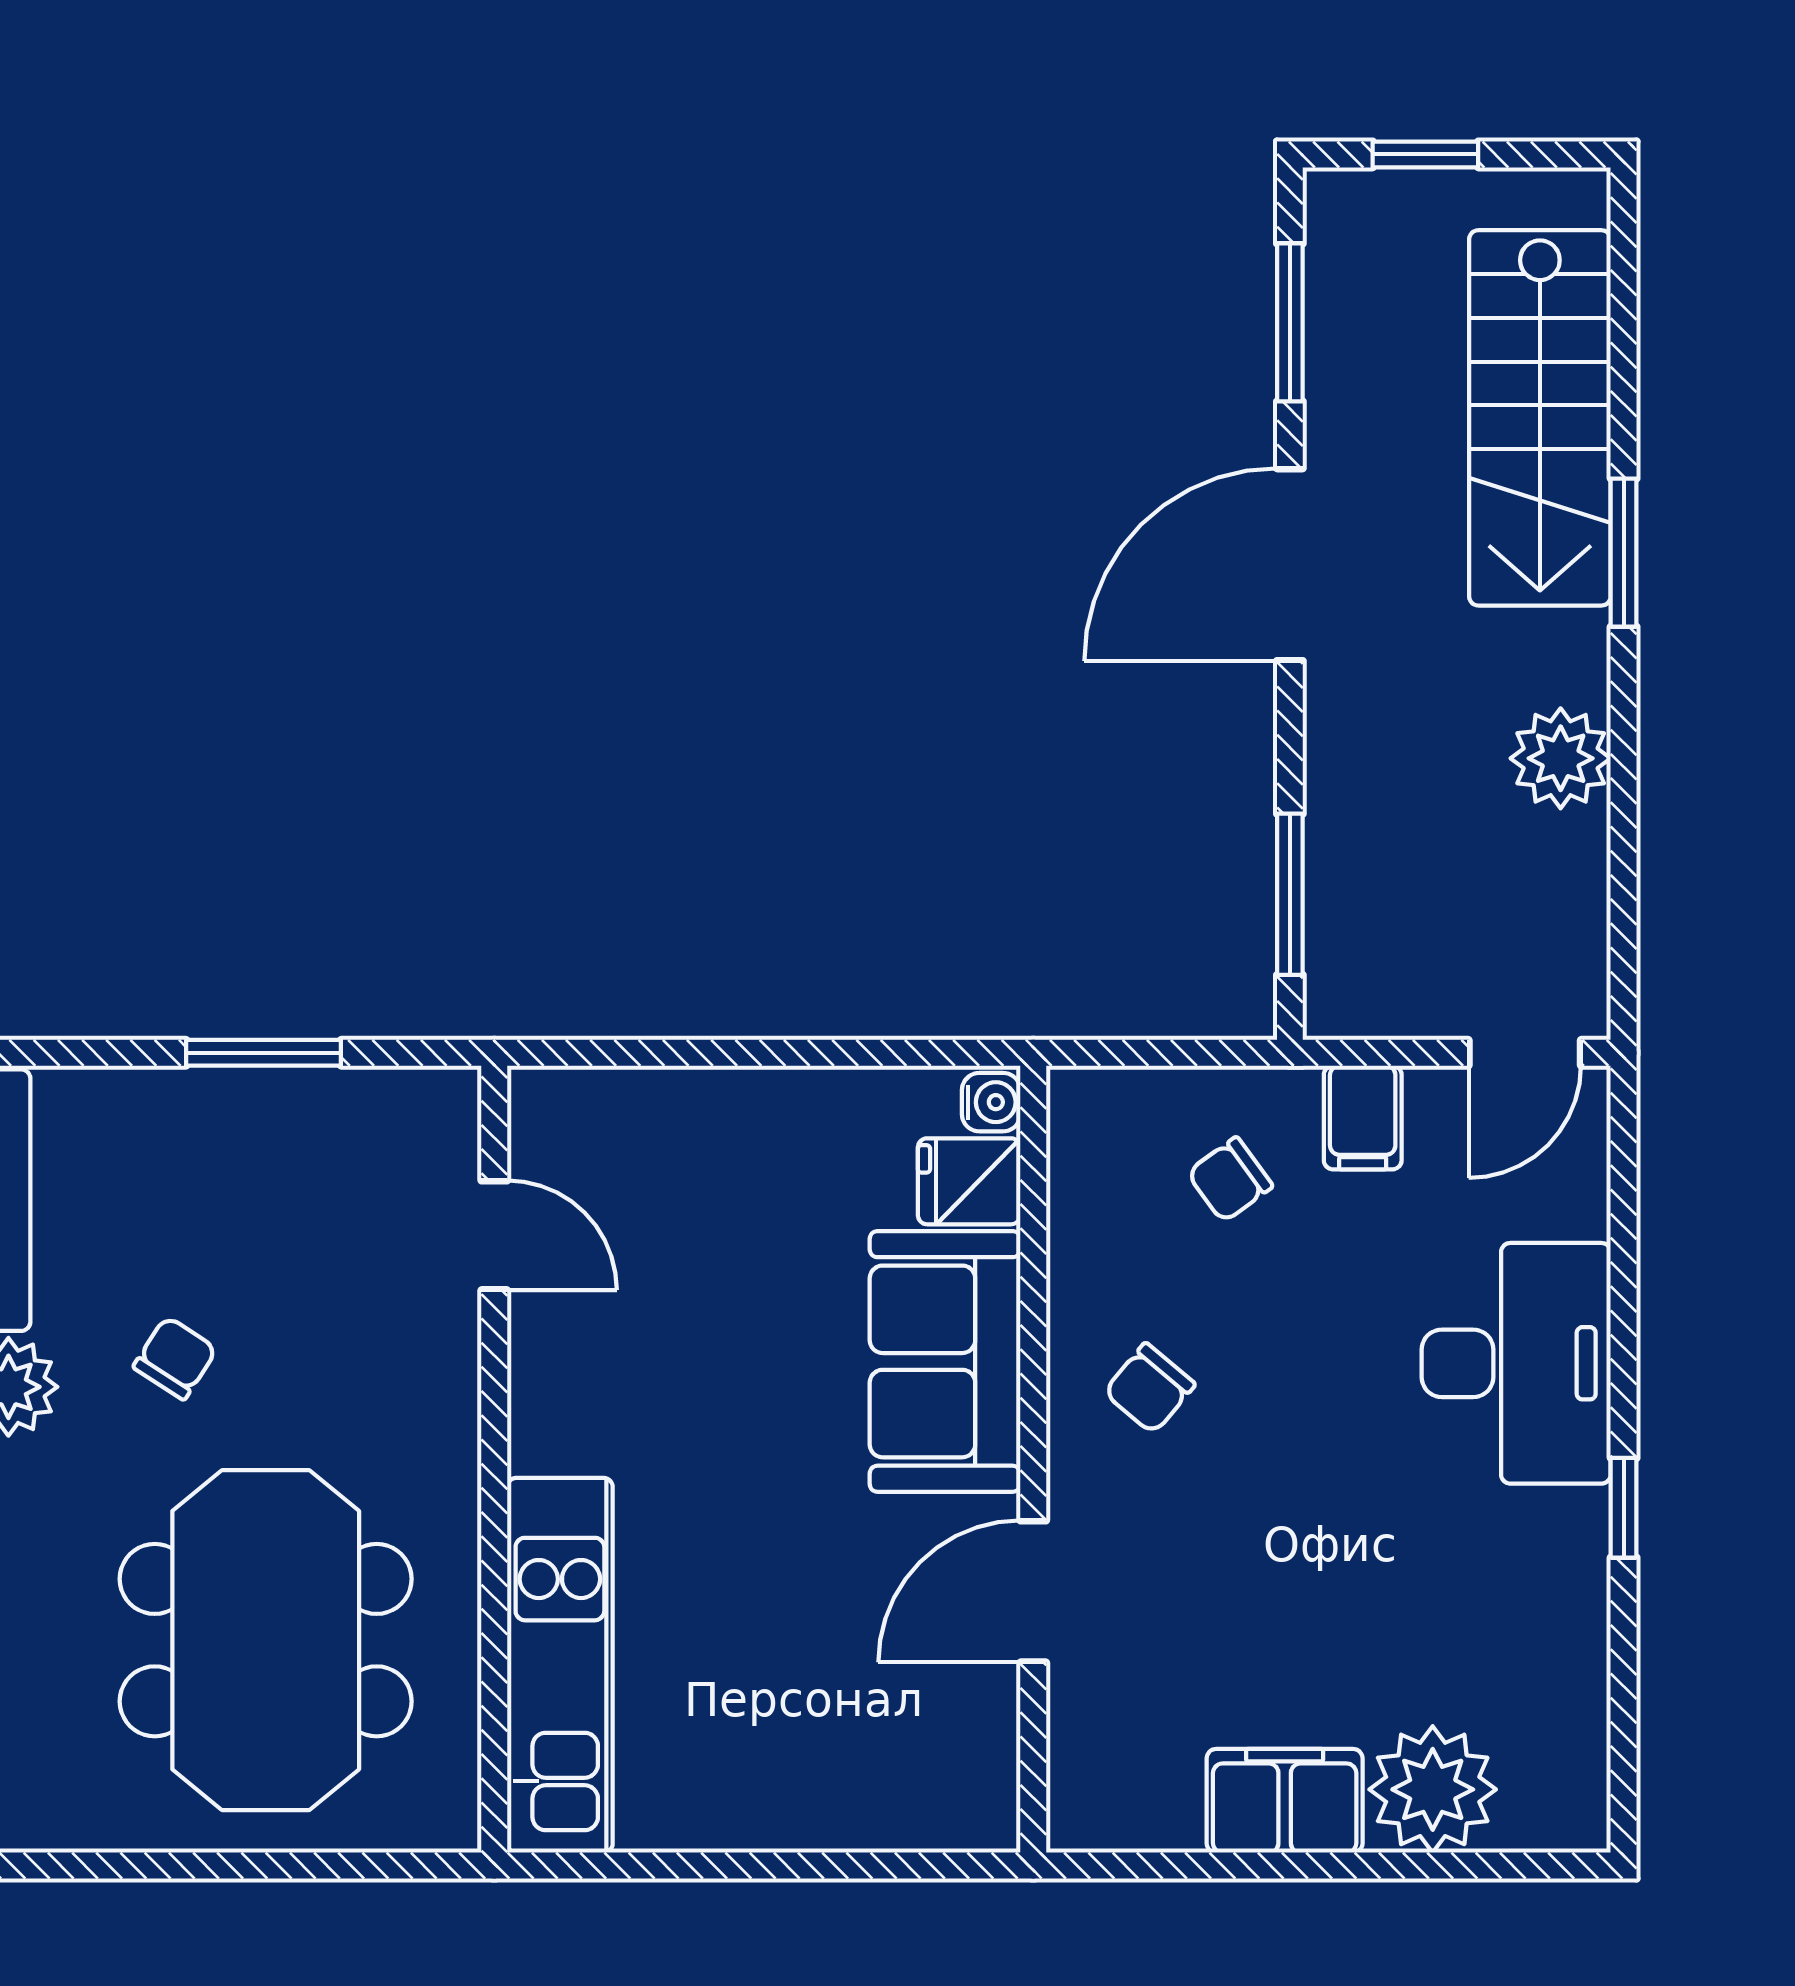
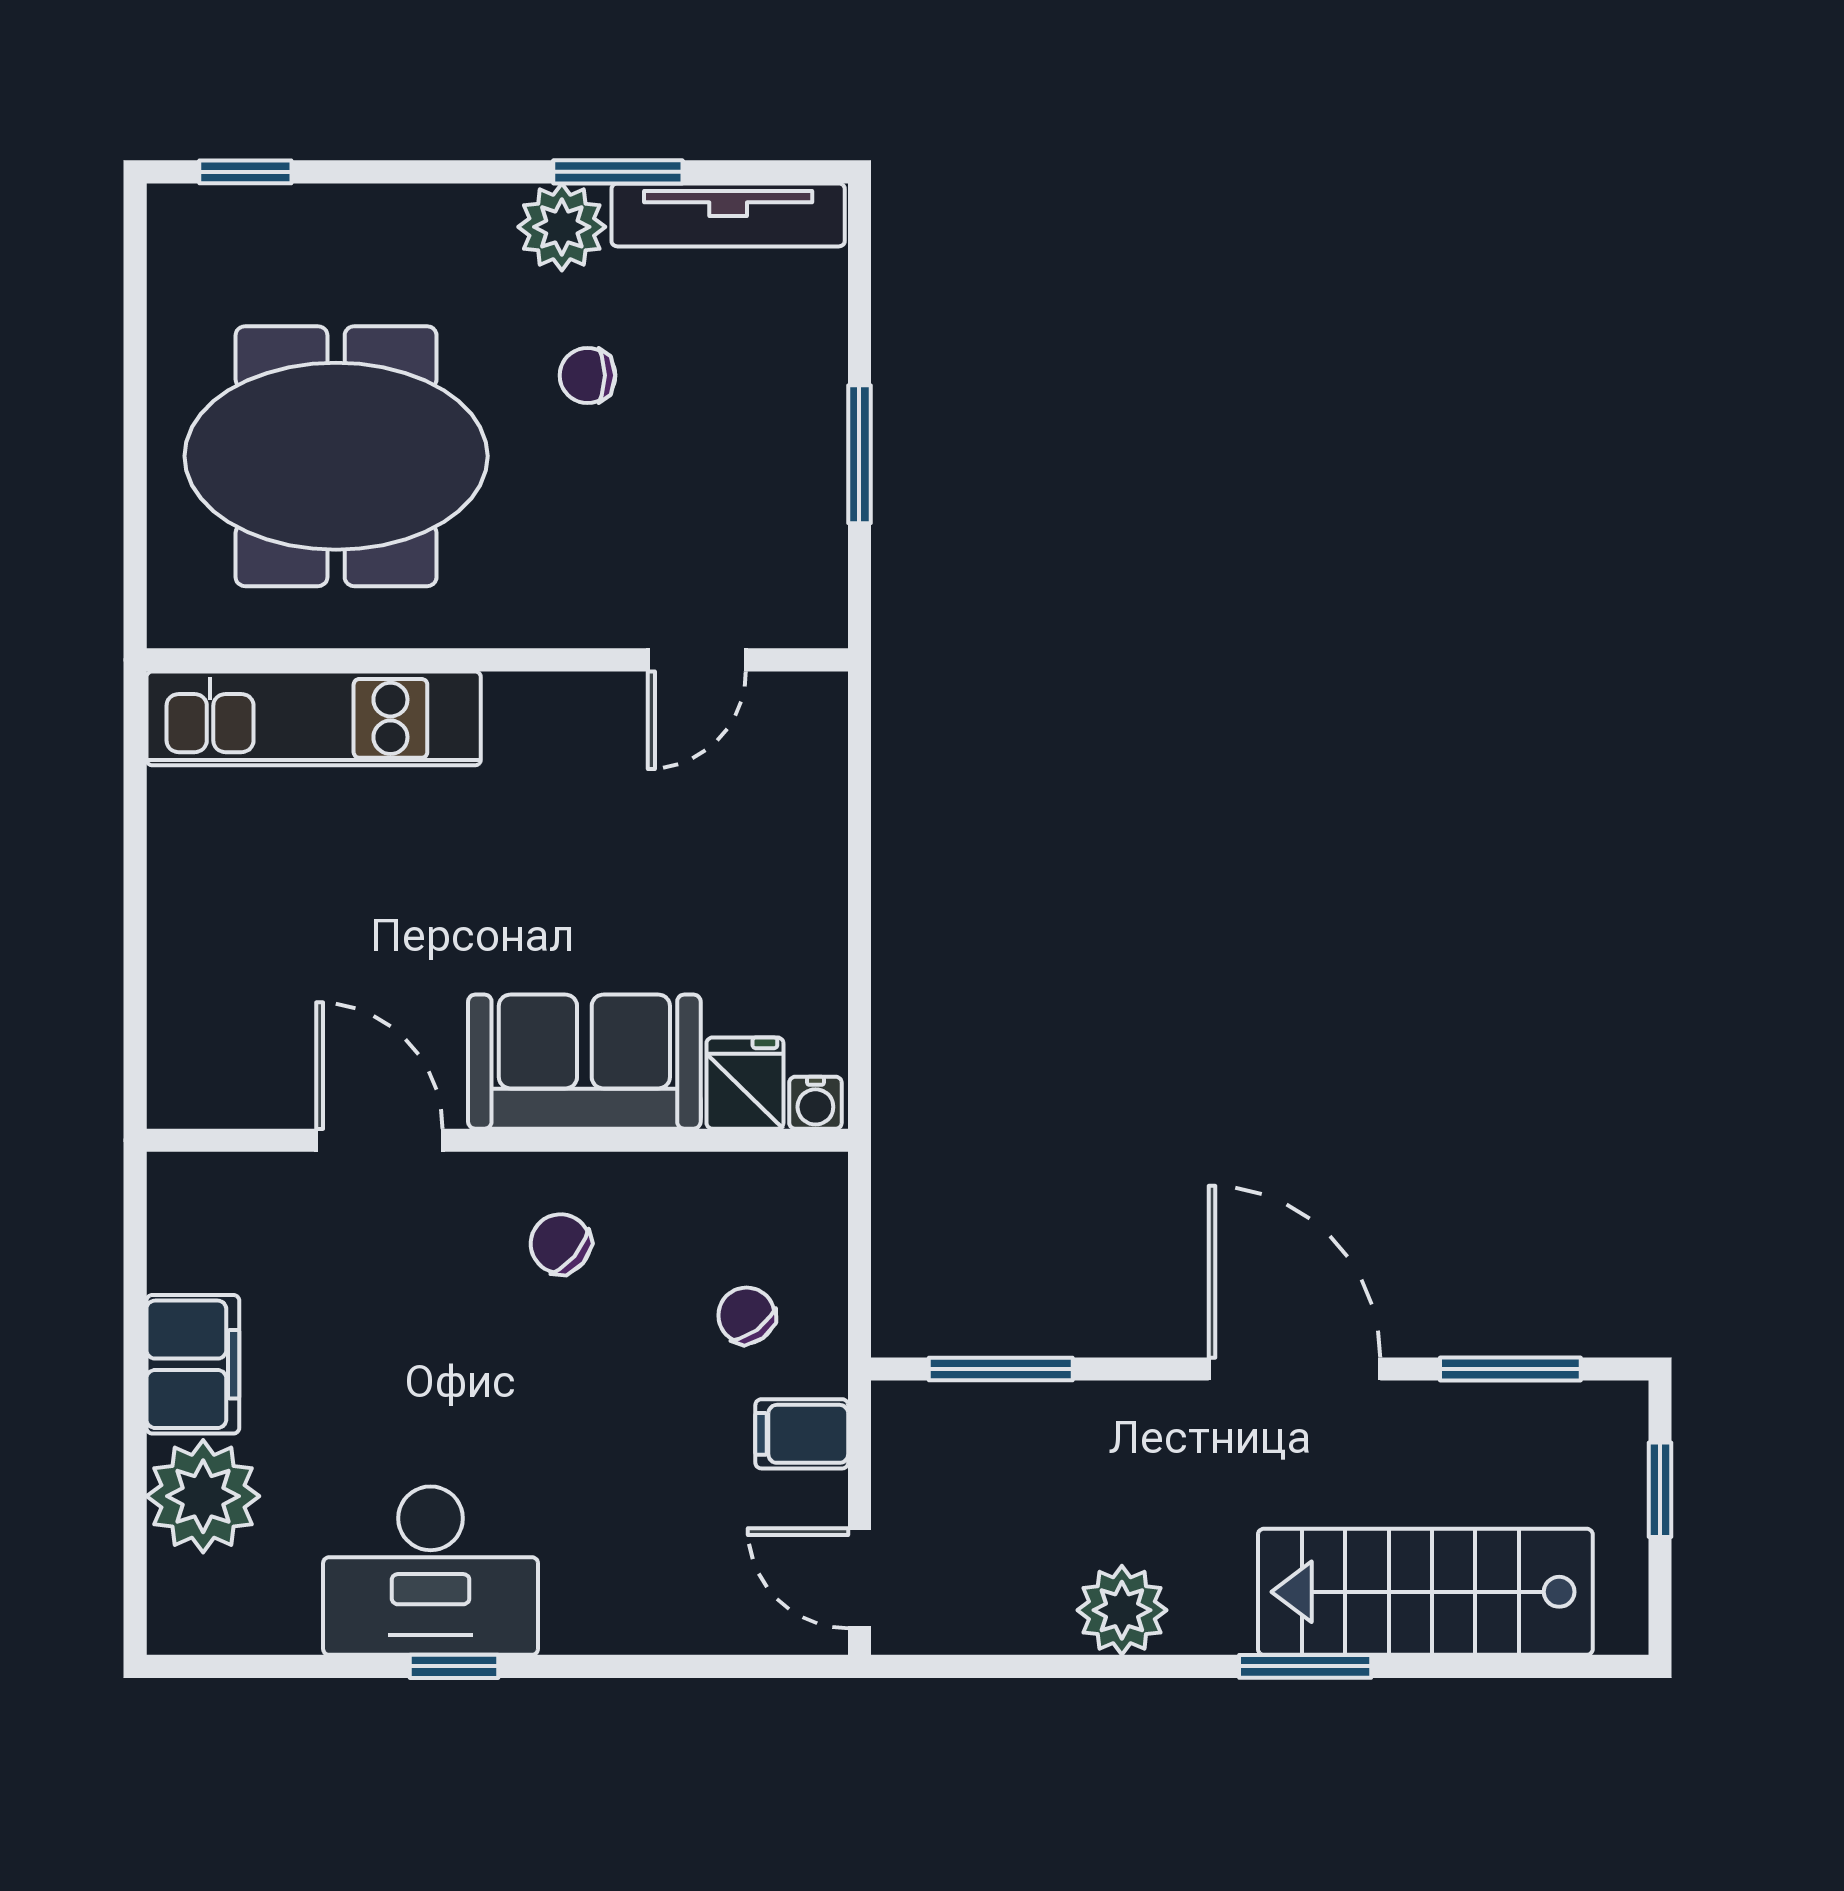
chair: (175, 1358) -> (587, 375), turned 147
desk: (1516, 1363) -> (431, 1571), moved

